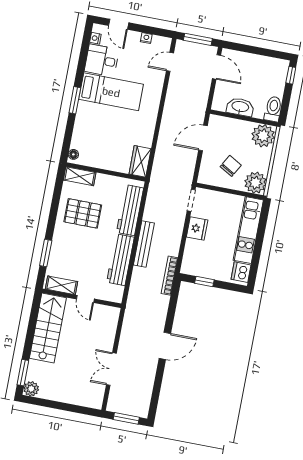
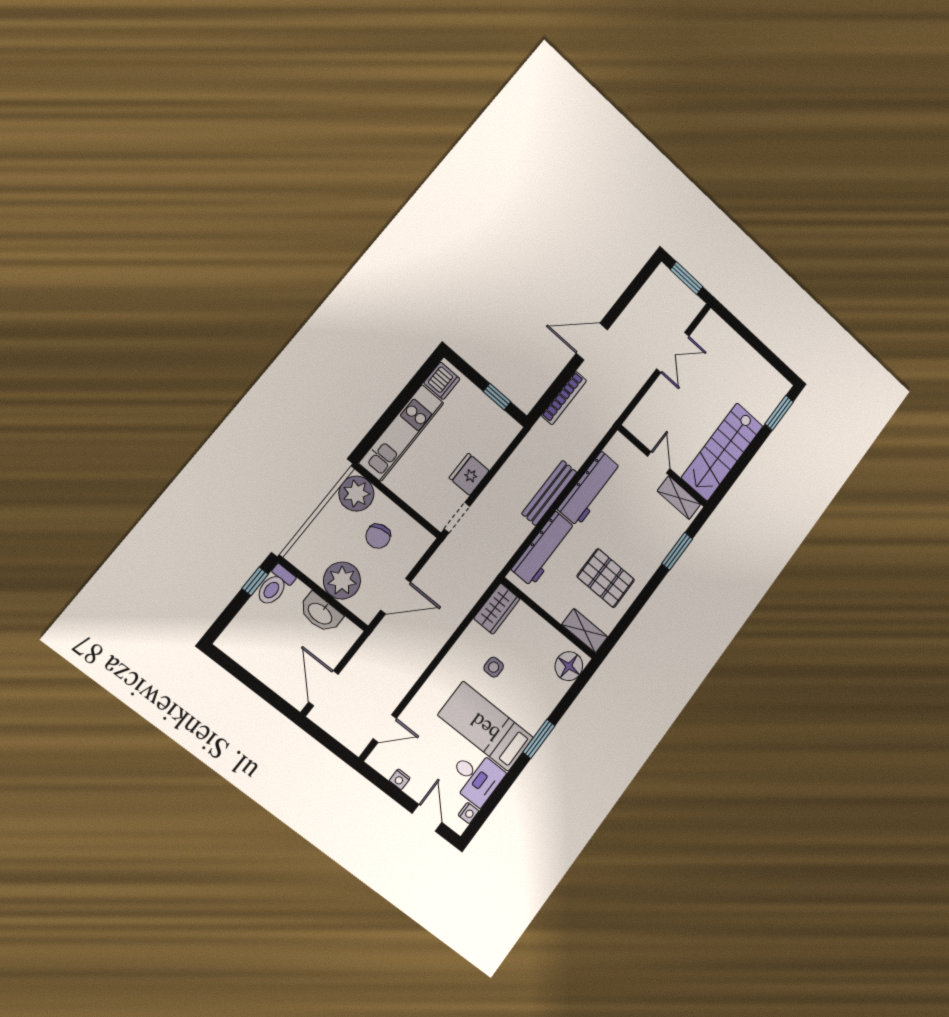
window: (198, 39) -> (329, 742), removed
window: (291, 75) -> (255, 581), moved
side table: (124, 127) -> (494, 667), added
plant: (263, 136) -> (342, 581), moved
floor lamp: (73, 154) -> (569, 666), width x1.89, depth x1.89
chair: (231, 166) -> (378, 536), turned -45
bookcase: (170, 276) -> (564, 398), moved
plant: (31, 389) -> (779, 386), removed

